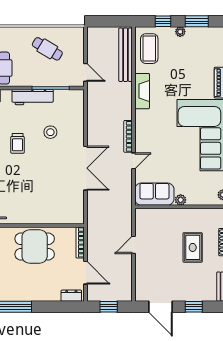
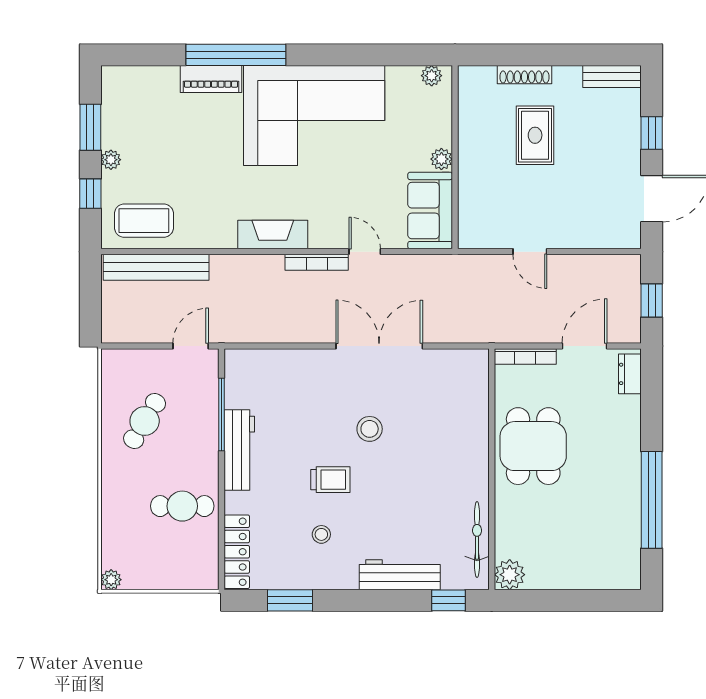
fireplace: (142, 91) -> (273, 235), moved
stool: (50, 132) -> (370, 429), moved
rug: (193, 247) -> (535, 135), turned 90

